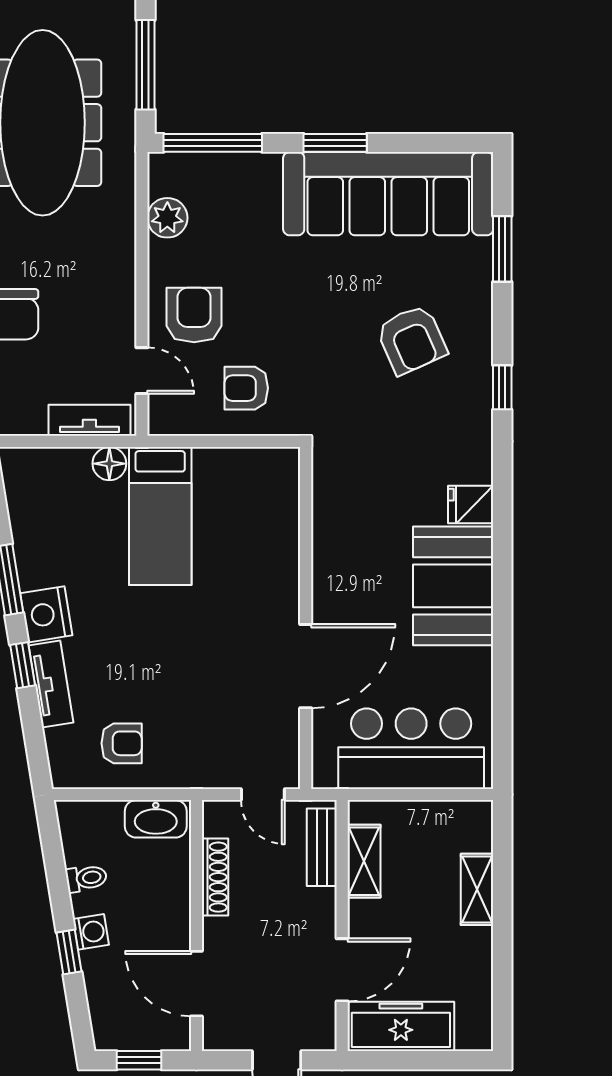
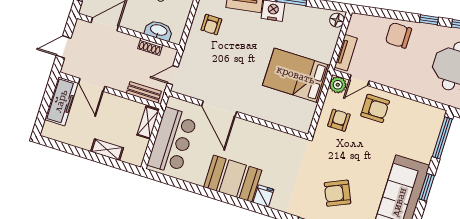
plant: (167, 218) -> (338, 85), moved
floor lamp: (109, 464) -> (337, 20), moved
bed: (160, 516) -> (296, 75), width x1.50
washbasin: (156, 819) -> (159, 30), moved, turned 90
shelving: (364, 861) -> (148, 122), moved, turned 90
shoe rack: (215, 877) -> (150, 47), width x0.70

